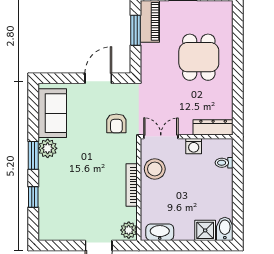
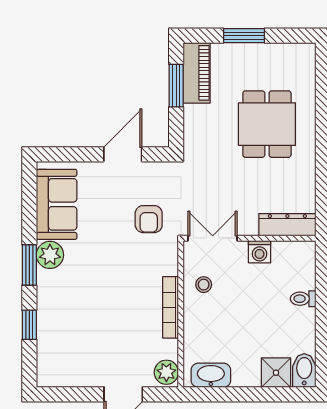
toilet: (224, 163) -> (303, 299), moved
stool: (155, 169) -> (204, 285), width x0.53, depth x0.53

